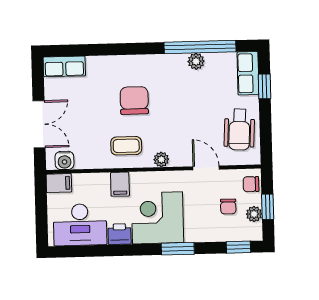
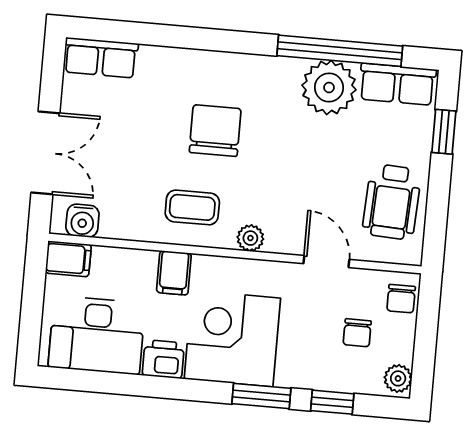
plant: (196, 61) -> (329, 88), width x1.87, depth x1.87
row of seats: (248, 73) -> (397, 84), moved, turned -90
chair: (251, 184) -> (401, 299), turned -90
window: (268, 207) -> (426, 341), removed
plant: (254, 214) -> (398, 378), moved
window: (238, 247) -> (332, 402), moved

